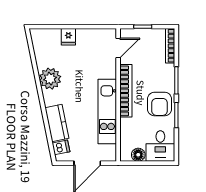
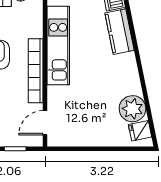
fridge: (68, 37) -> (140, 131), moved, turned -101
plant: (50, 79) -> (132, 109), moved

